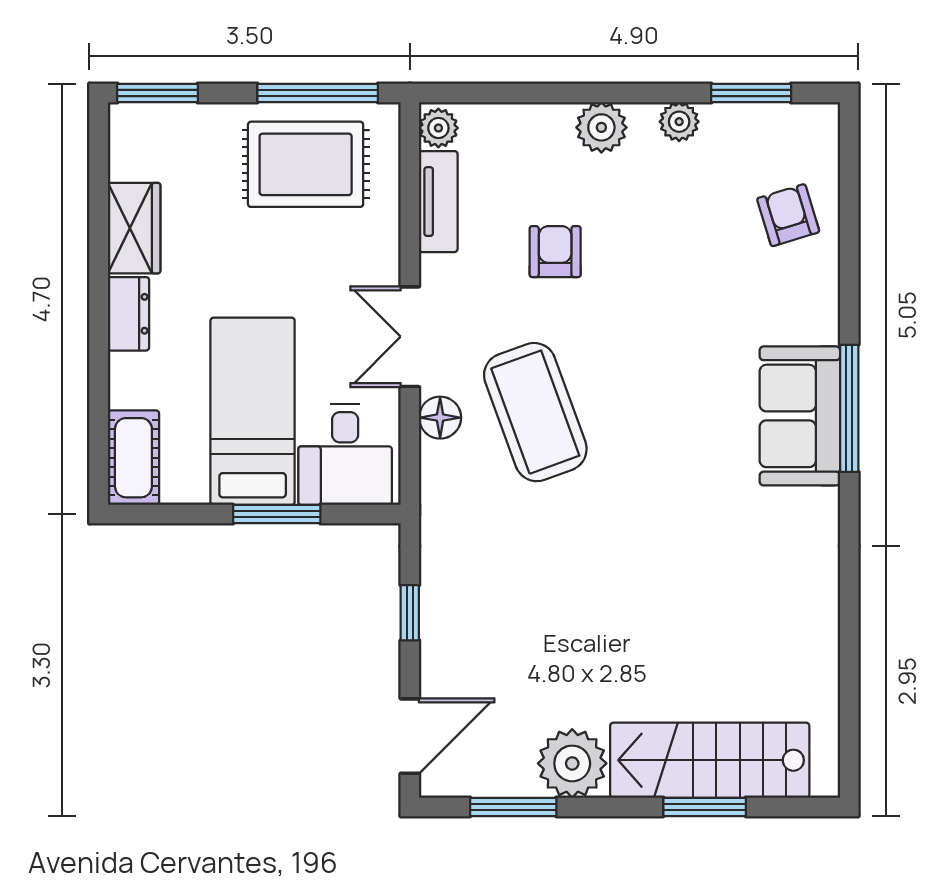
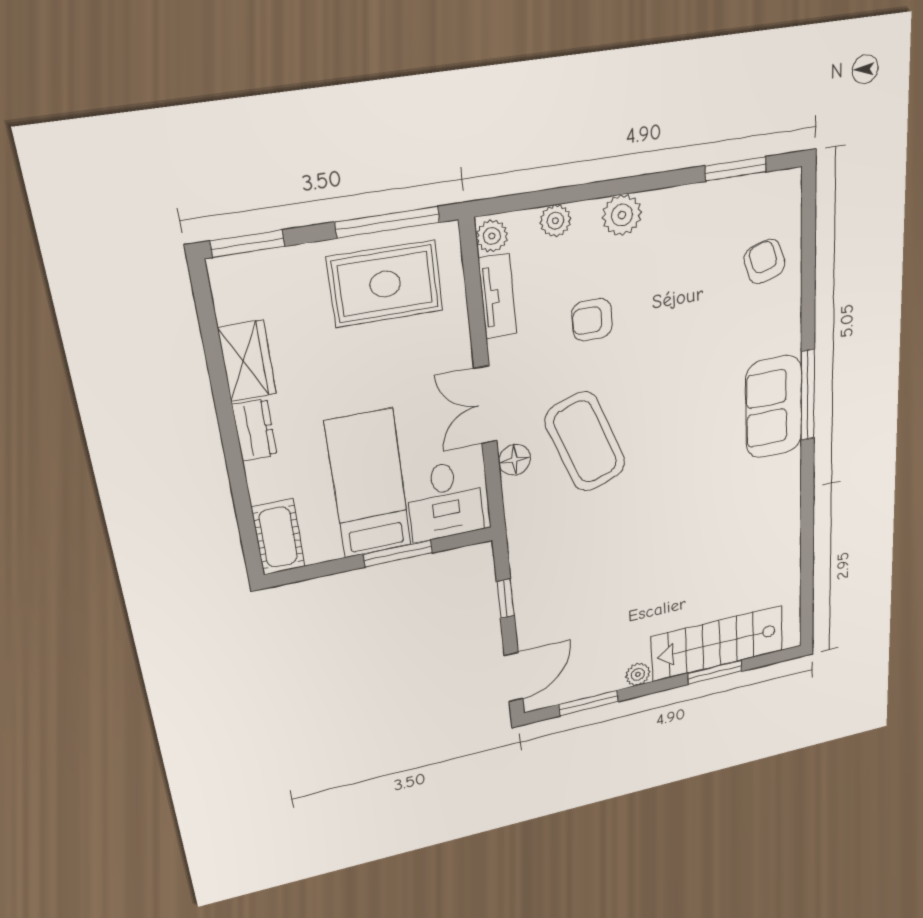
plant: (679, 122) -> (555, 221), moved
armchair: (555, 252) -> (592, 320), turned -90
plant: (572, 763) -> (638, 674), width x0.53, depth x0.53

